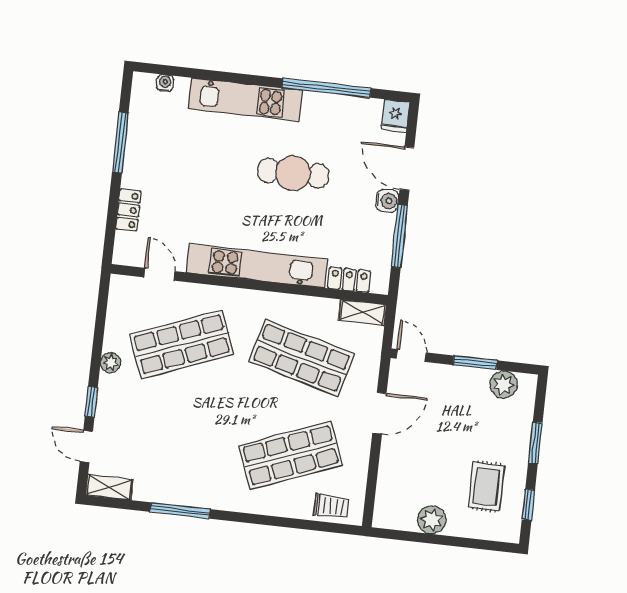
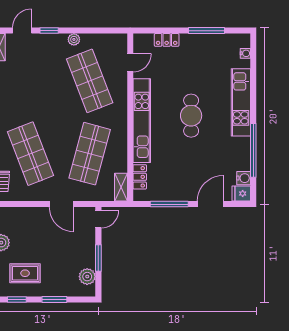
cafe table: (293, 173) -> (191, 116), moved
water cooler: (387, 201) -> (244, 178), moved, turned -90

